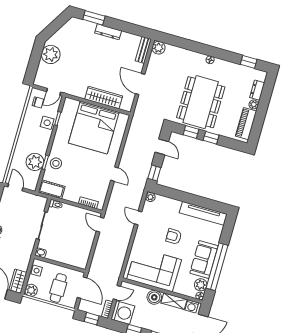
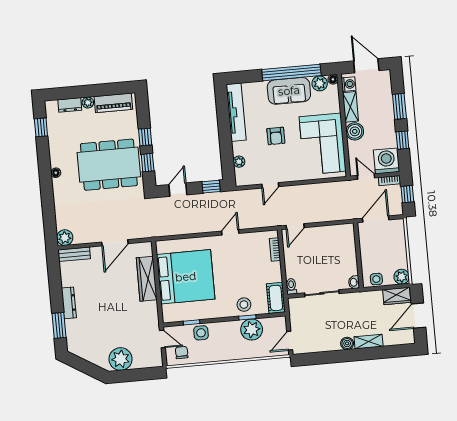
plant: (150, 197) -> (239, 162), moved
cafe table: (58, 288) -> (387, 246), removed

